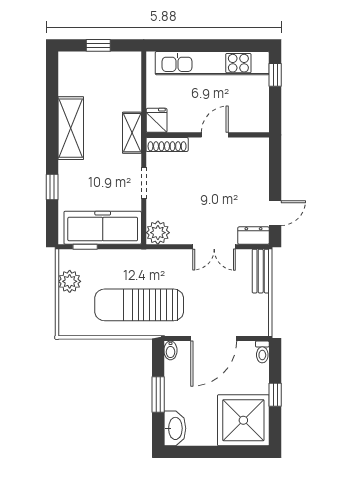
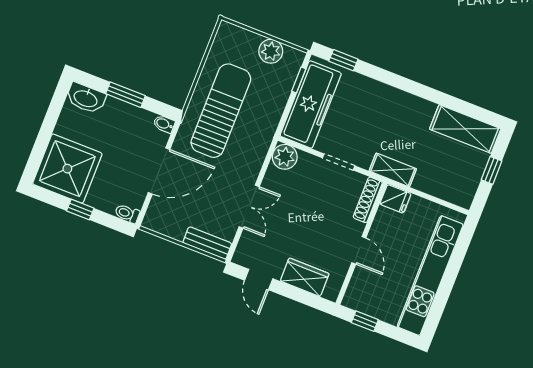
window: (275, 75) -> (365, 321), moved
shelving: (71, 128) -> (465, 129), moved
wardrobe: (257, 173) -> (305, 277), added
window: (52, 187) -> (343, 60), moved
dresser: (253, 236) -> (245, 250), removed
double door: (214, 247) -> (249, 207), swing flipped
door: (214, 339) -> (159, 171), swing flipped

